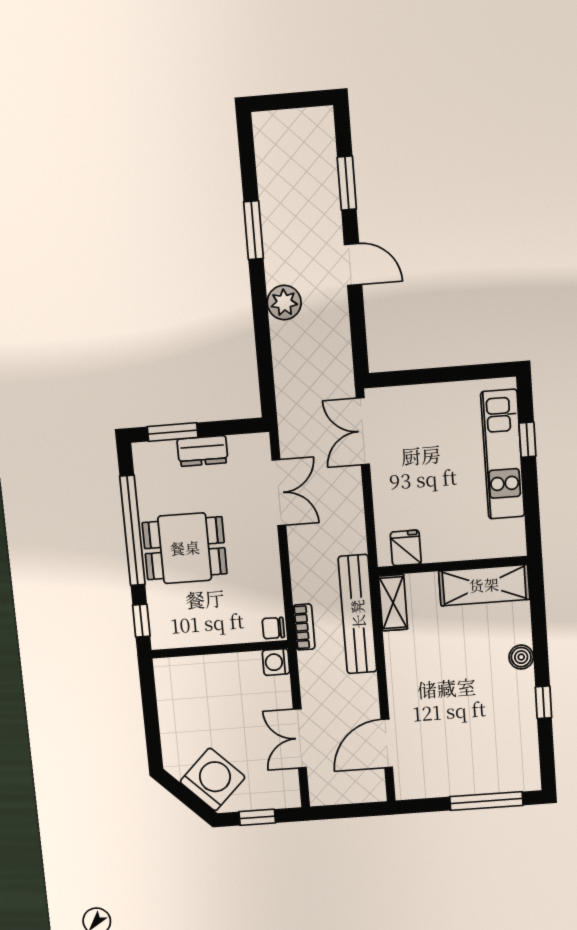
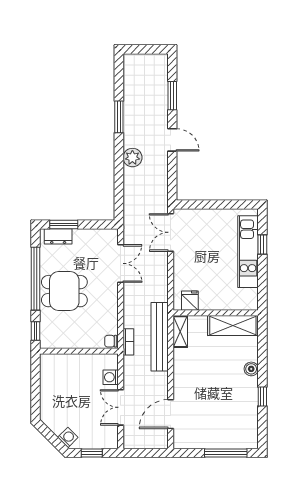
dresser: (203, 451) -> (58, 236), moved
washing machine: (276, 662) -> (111, 377), moved
washing machine: (213, 779) -> (68, 437), width x0.53, depth x0.53

